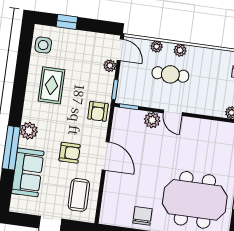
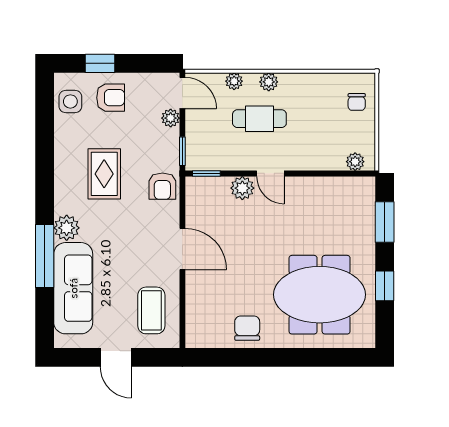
rug: (51, 85) -> (104, 174), moved
armchair: (70, 153) -> (111, 98), moved
sofa: (28, 172) -> (73, 288), width x1.36

